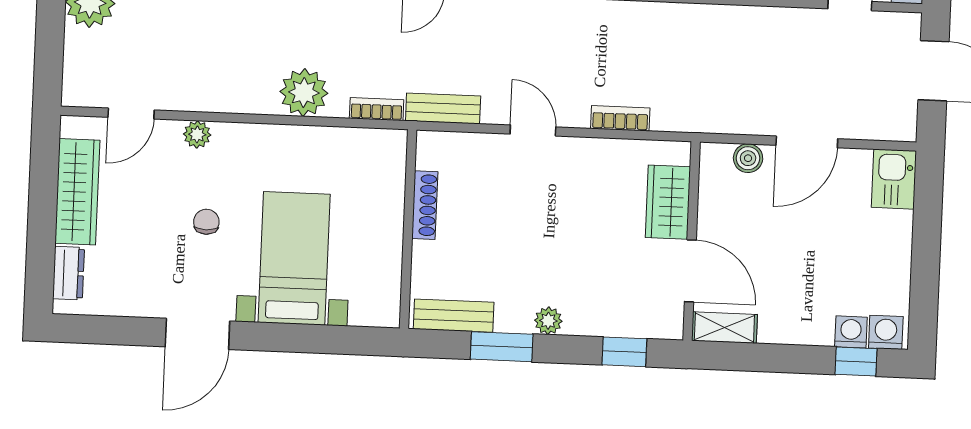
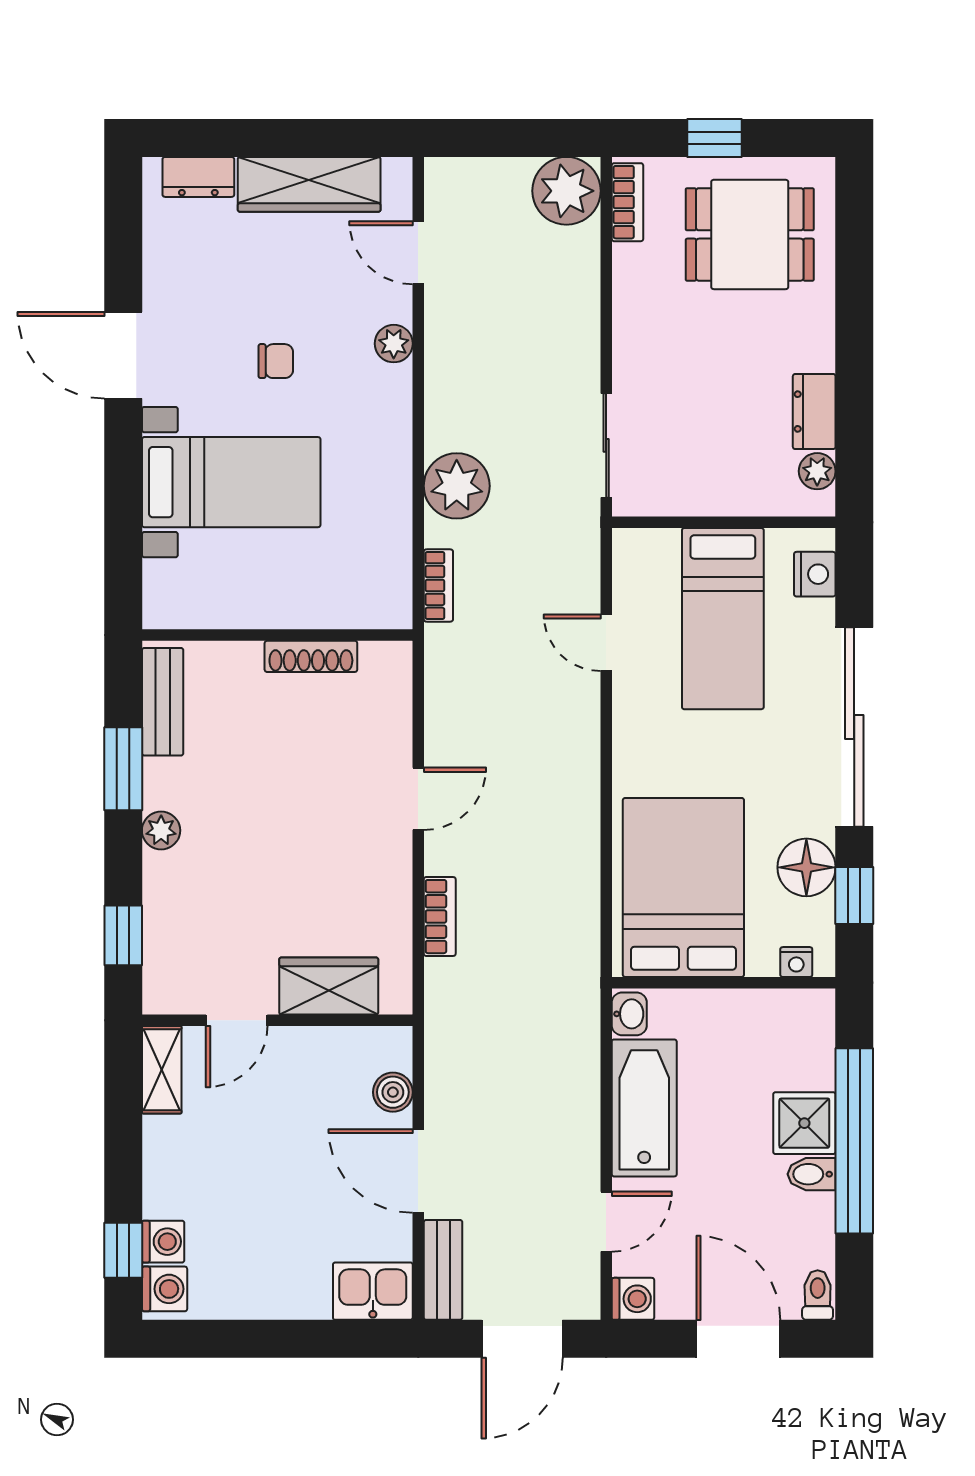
bench: (443, 108) -> (443, 1270), moved
door: (690, 271) -> (237, 1020), width x0.73

